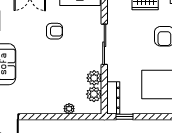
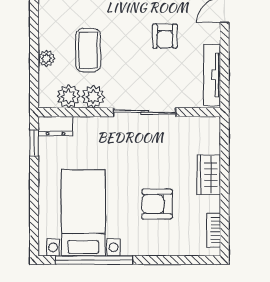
coffee table: (64, 81) -> (88, 50), added
dresser: (113, 98) -> (55, 126), width x0.70

